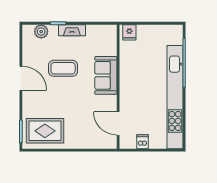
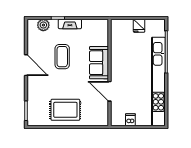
fridge: (129, 32) -> (139, 26), moved
coffee table: (63, 68) -> (62, 57), turned 90
door: (118, 123) -> (109, 91), moved
rug: (45, 131) -> (65, 110), moved

